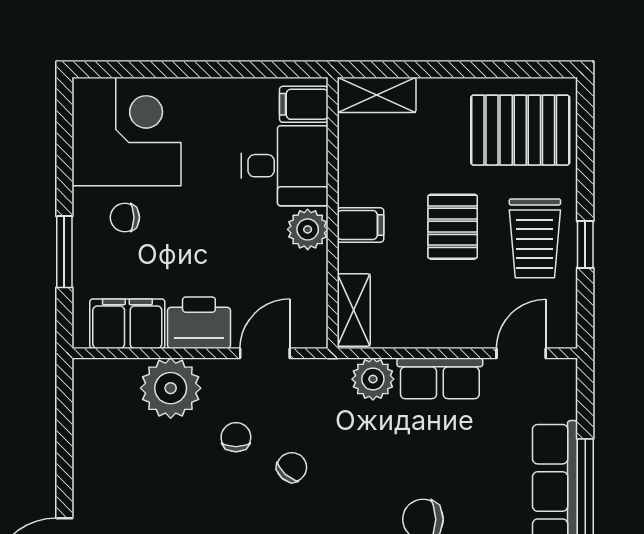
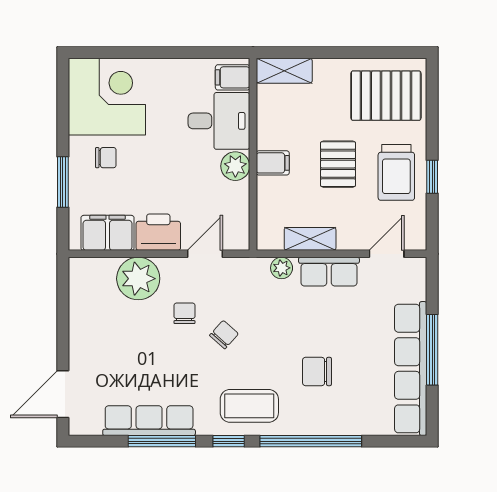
chair: (125, 217) -> (106, 158), turned 180
shelving: (354, 310) -> (310, 239), moved, turned 90
plant: (373, 379) -> (282, 268), width x0.73, depth x0.73

